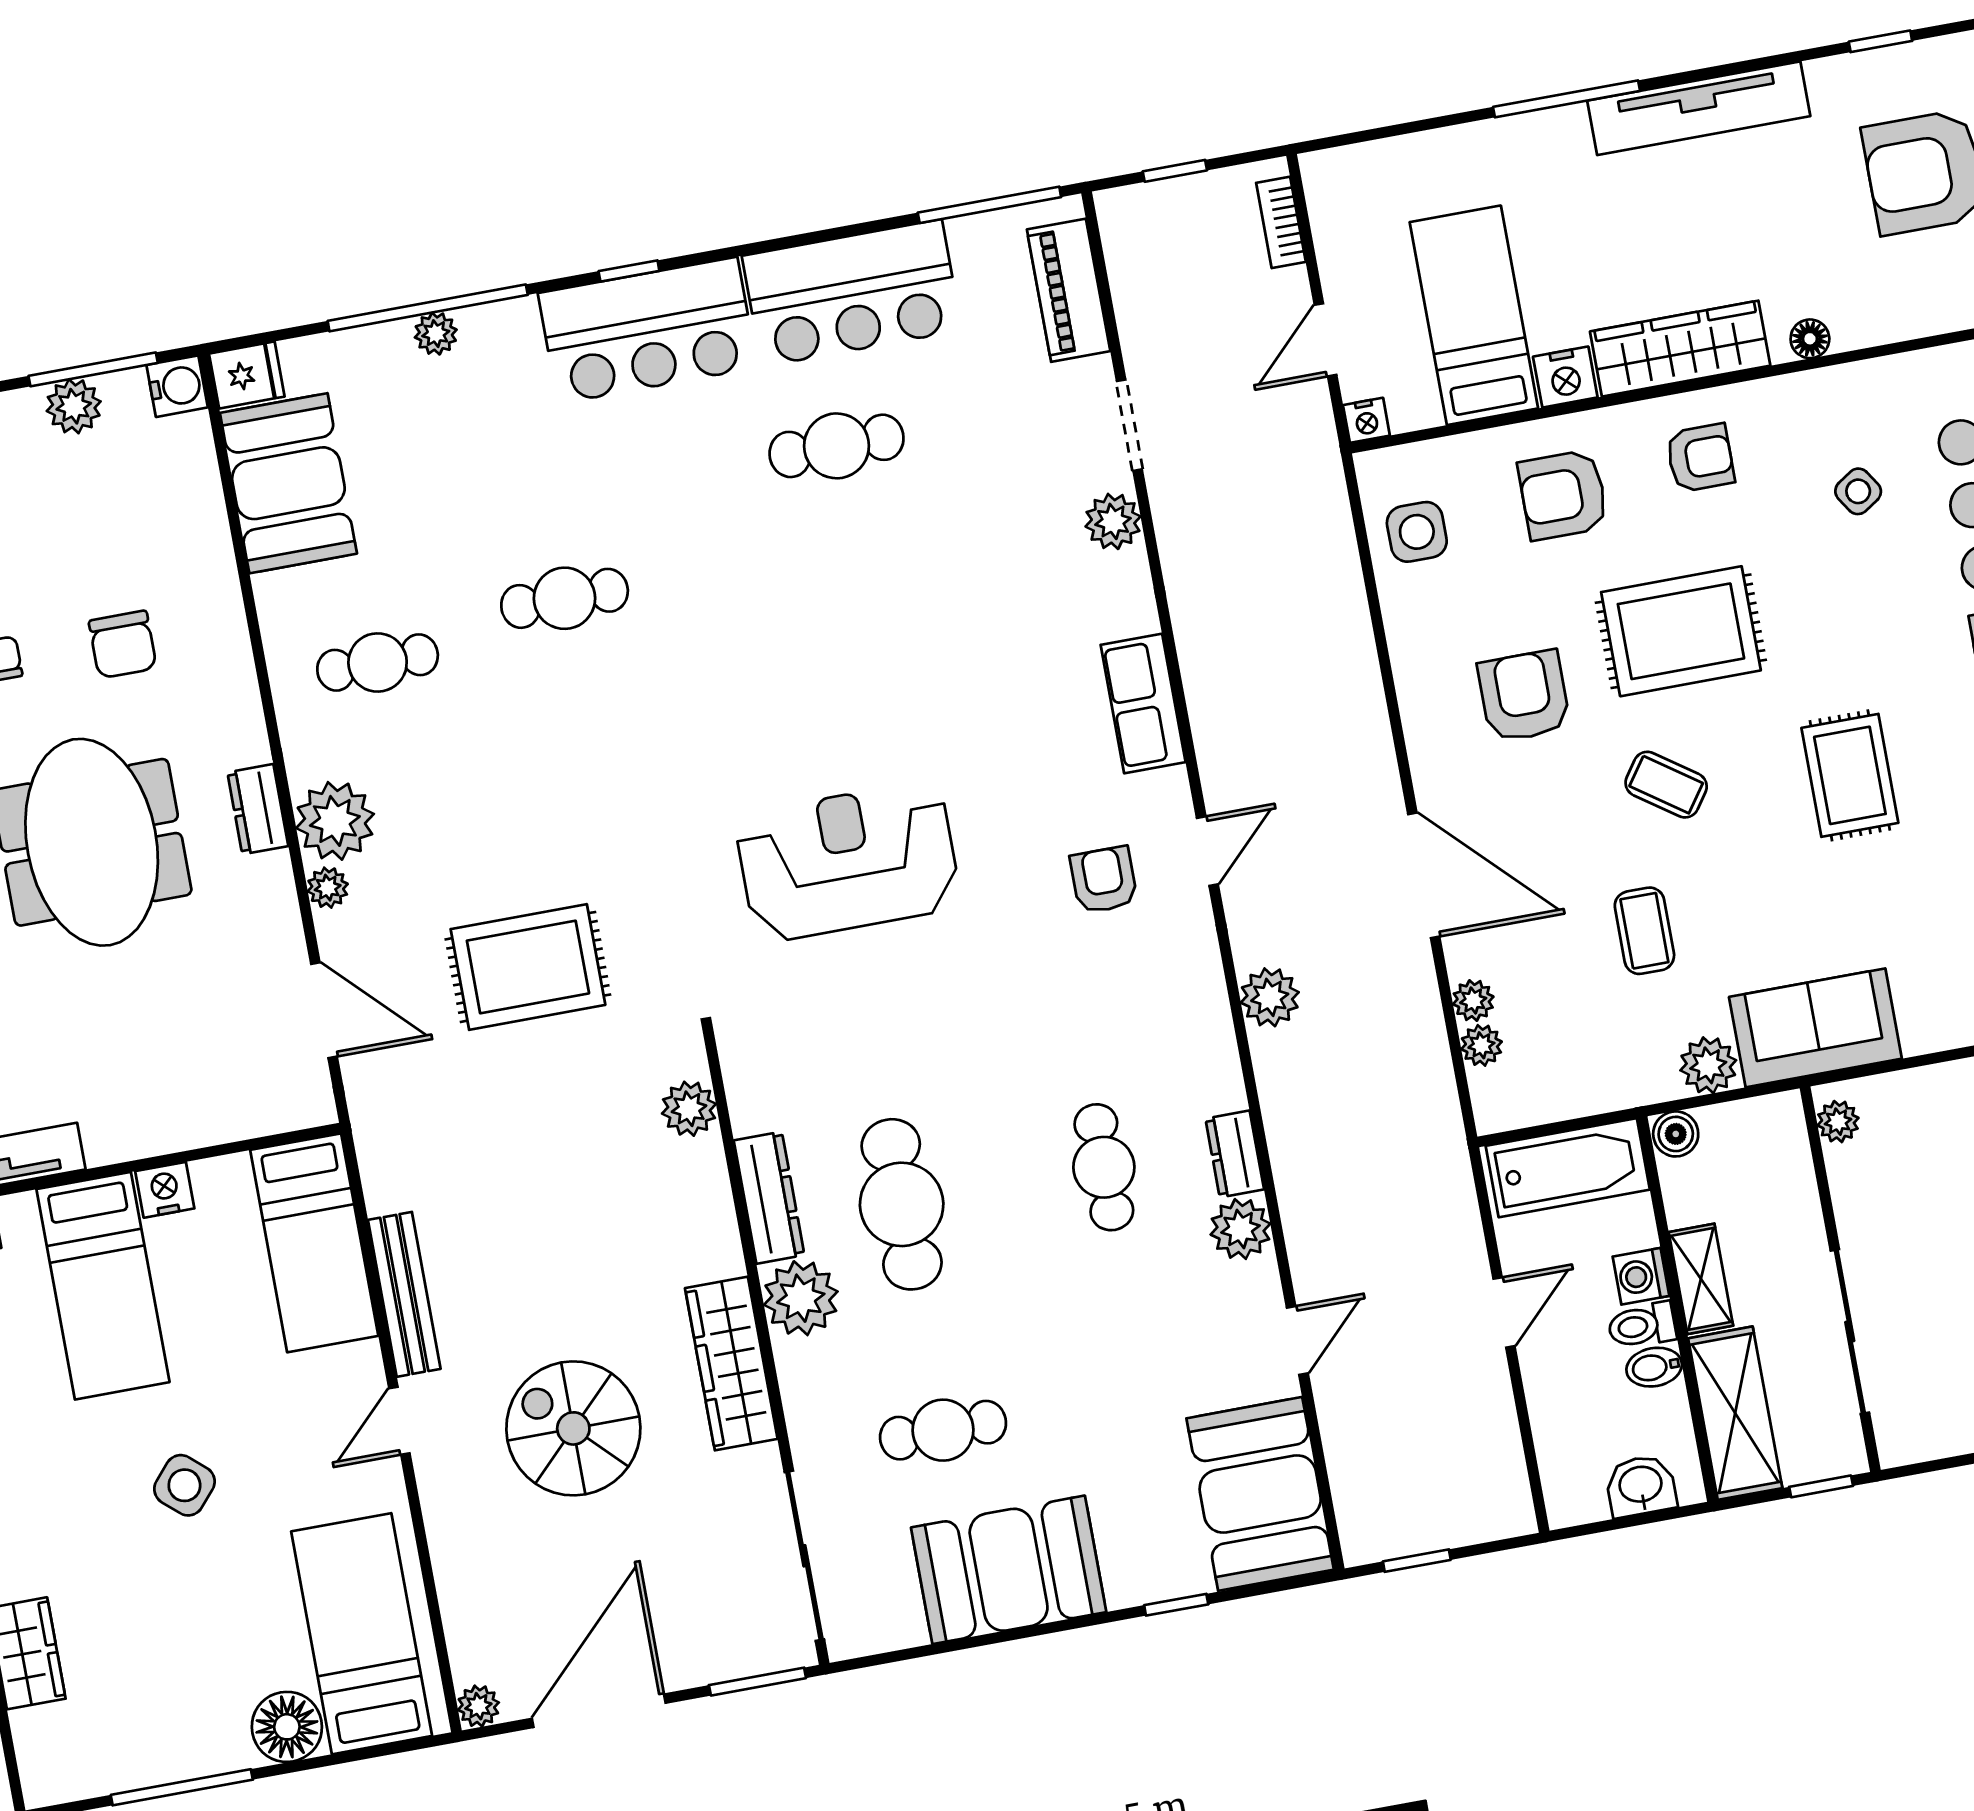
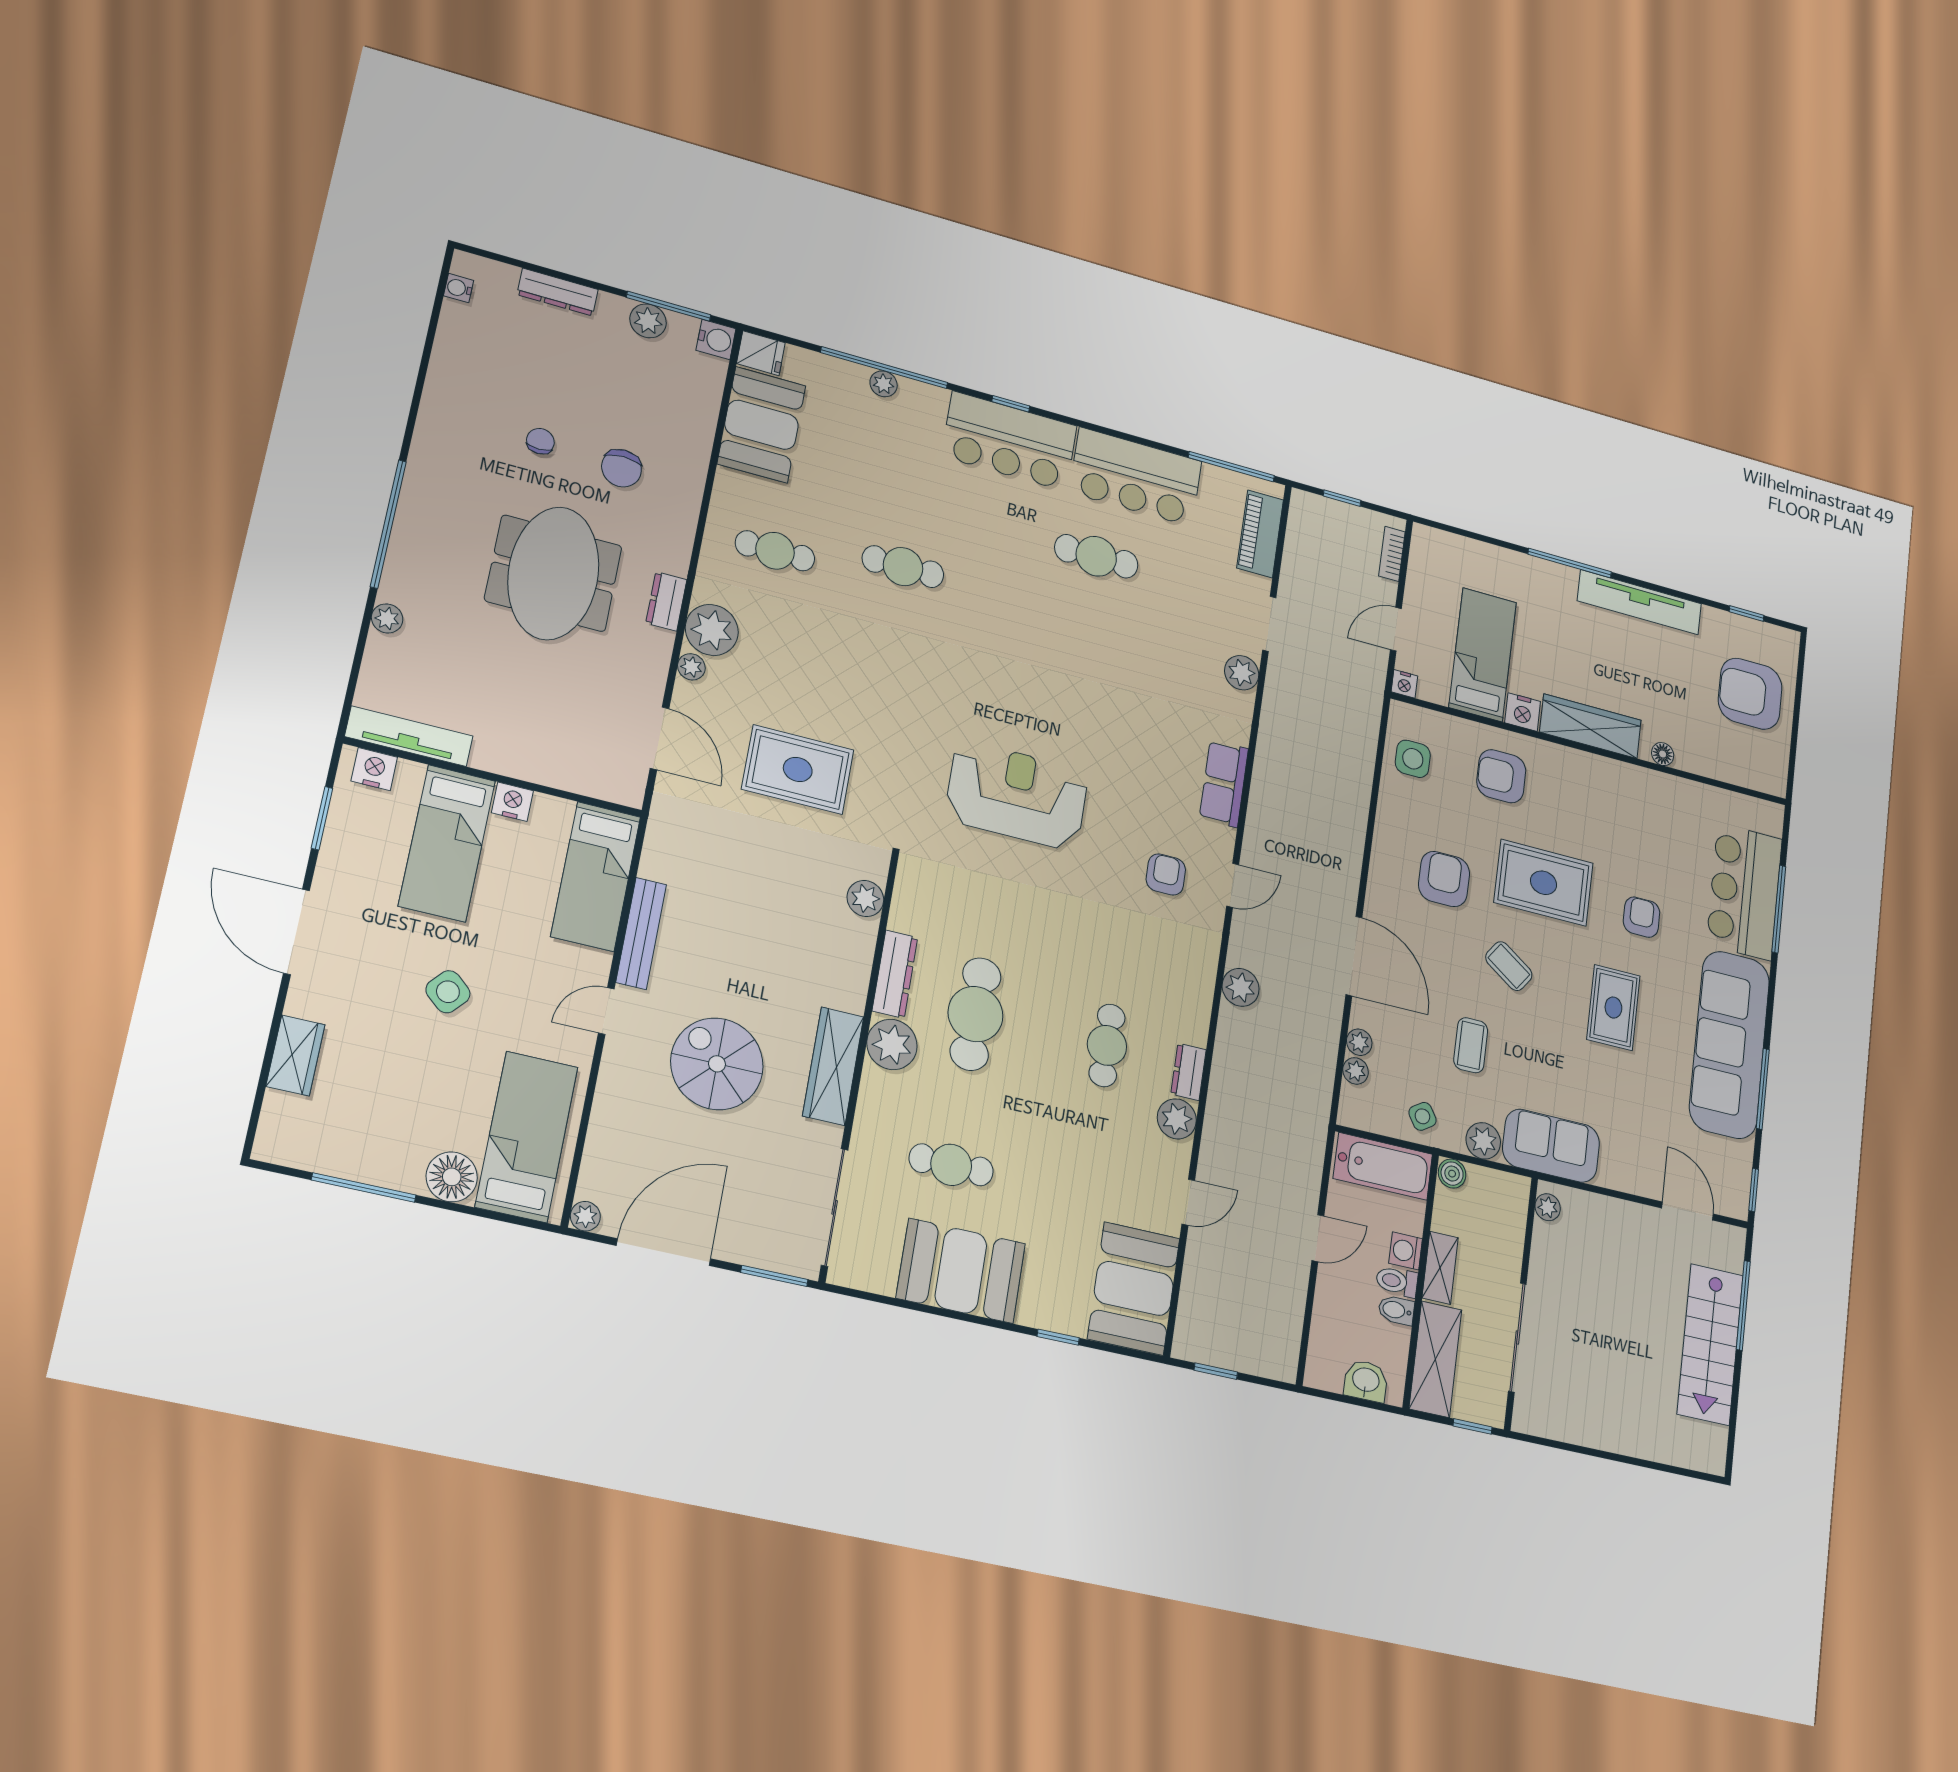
armchair: (1700, 458) -> (1642, 917), moved, turned -90
side table: (1858, 491) -> (1422, 1116), moved

